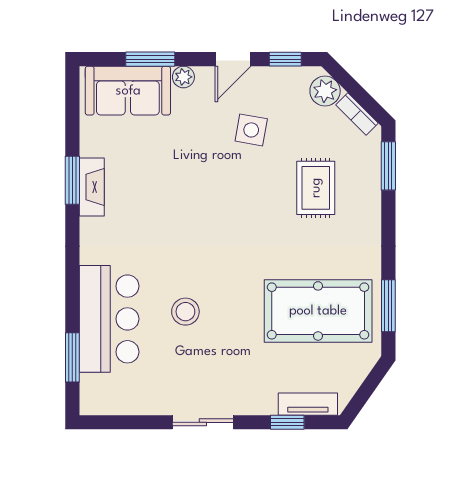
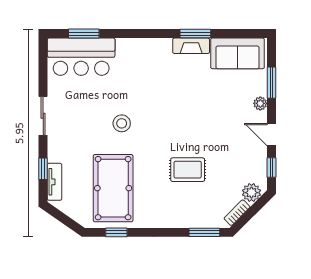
sofa: (128, 91) -> (237, 53), moved, turned -90
side table: (251, 130) -> (227, 146), removed
rug: (316, 188) -> (188, 170), moved
window: (388, 306) -> (116, 232), width x0.67
stool: (185, 312) -> (122, 123), moved
bar counter: (109, 319) -> (81, 57), moved

